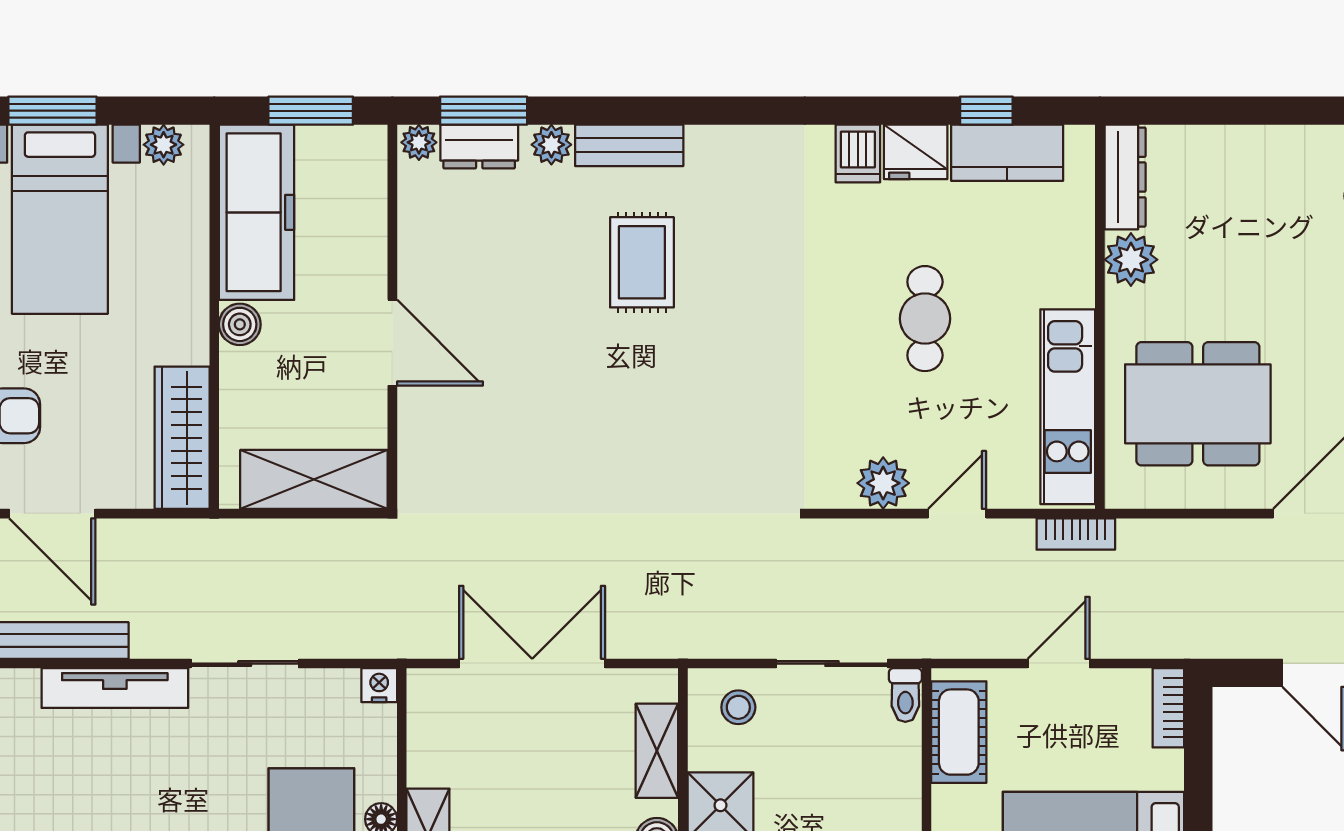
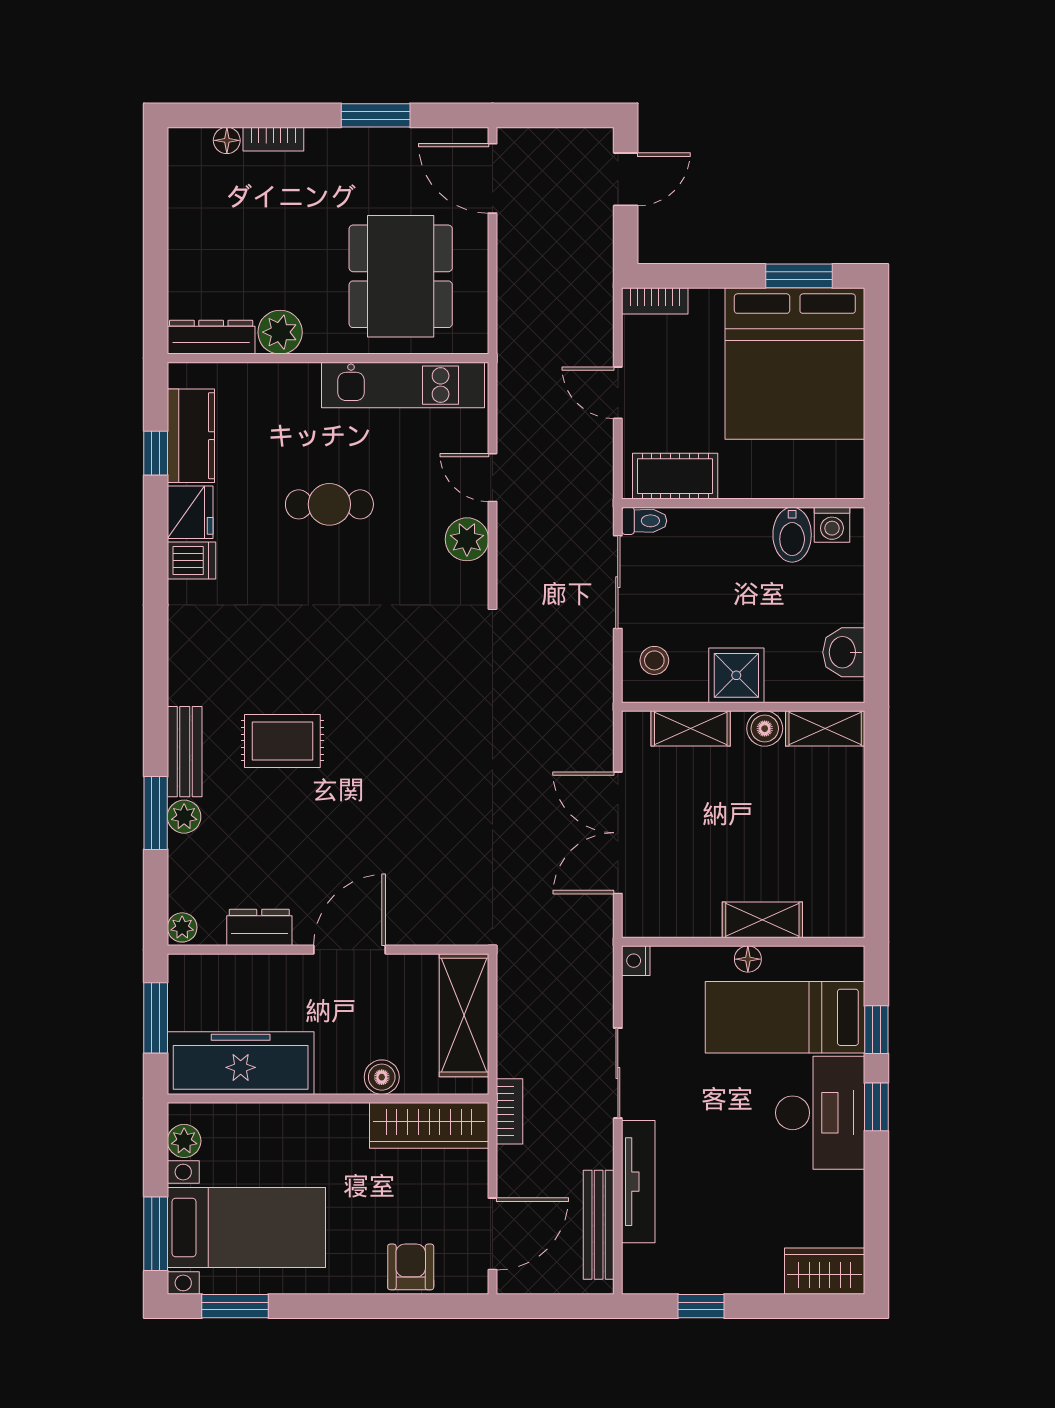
window: (484, 111) -> (156, 813), moved
dresser: (479, 147) -> (259, 927), moved, turned -90
boiler: (240, 324) -> (382, 1077), moved
bookcase: (1076, 534) -> (510, 1111), moved

